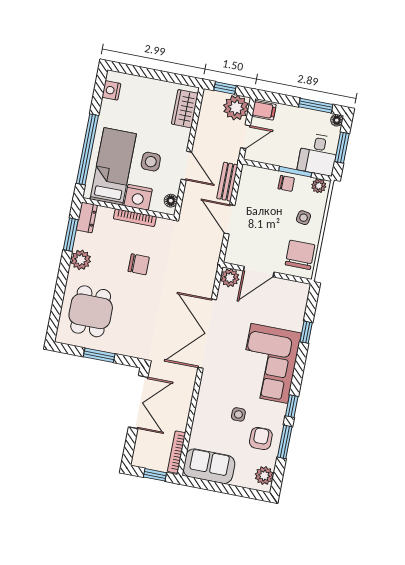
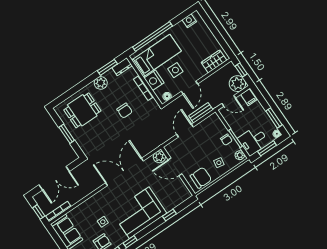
double door: (138, 402) -> (54, 178), moved

